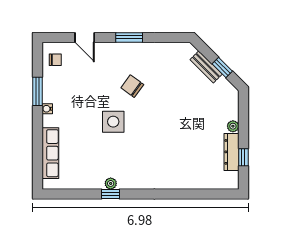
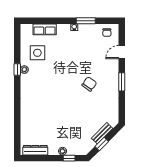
side table: (113, 122) -> (37, 53), moved
dresser: (232, 152) -> (35, 150), moved
row of seats: (50, 153) -> (45, 29), width x0.68
window: (243, 157) -> (69, 158), moved

